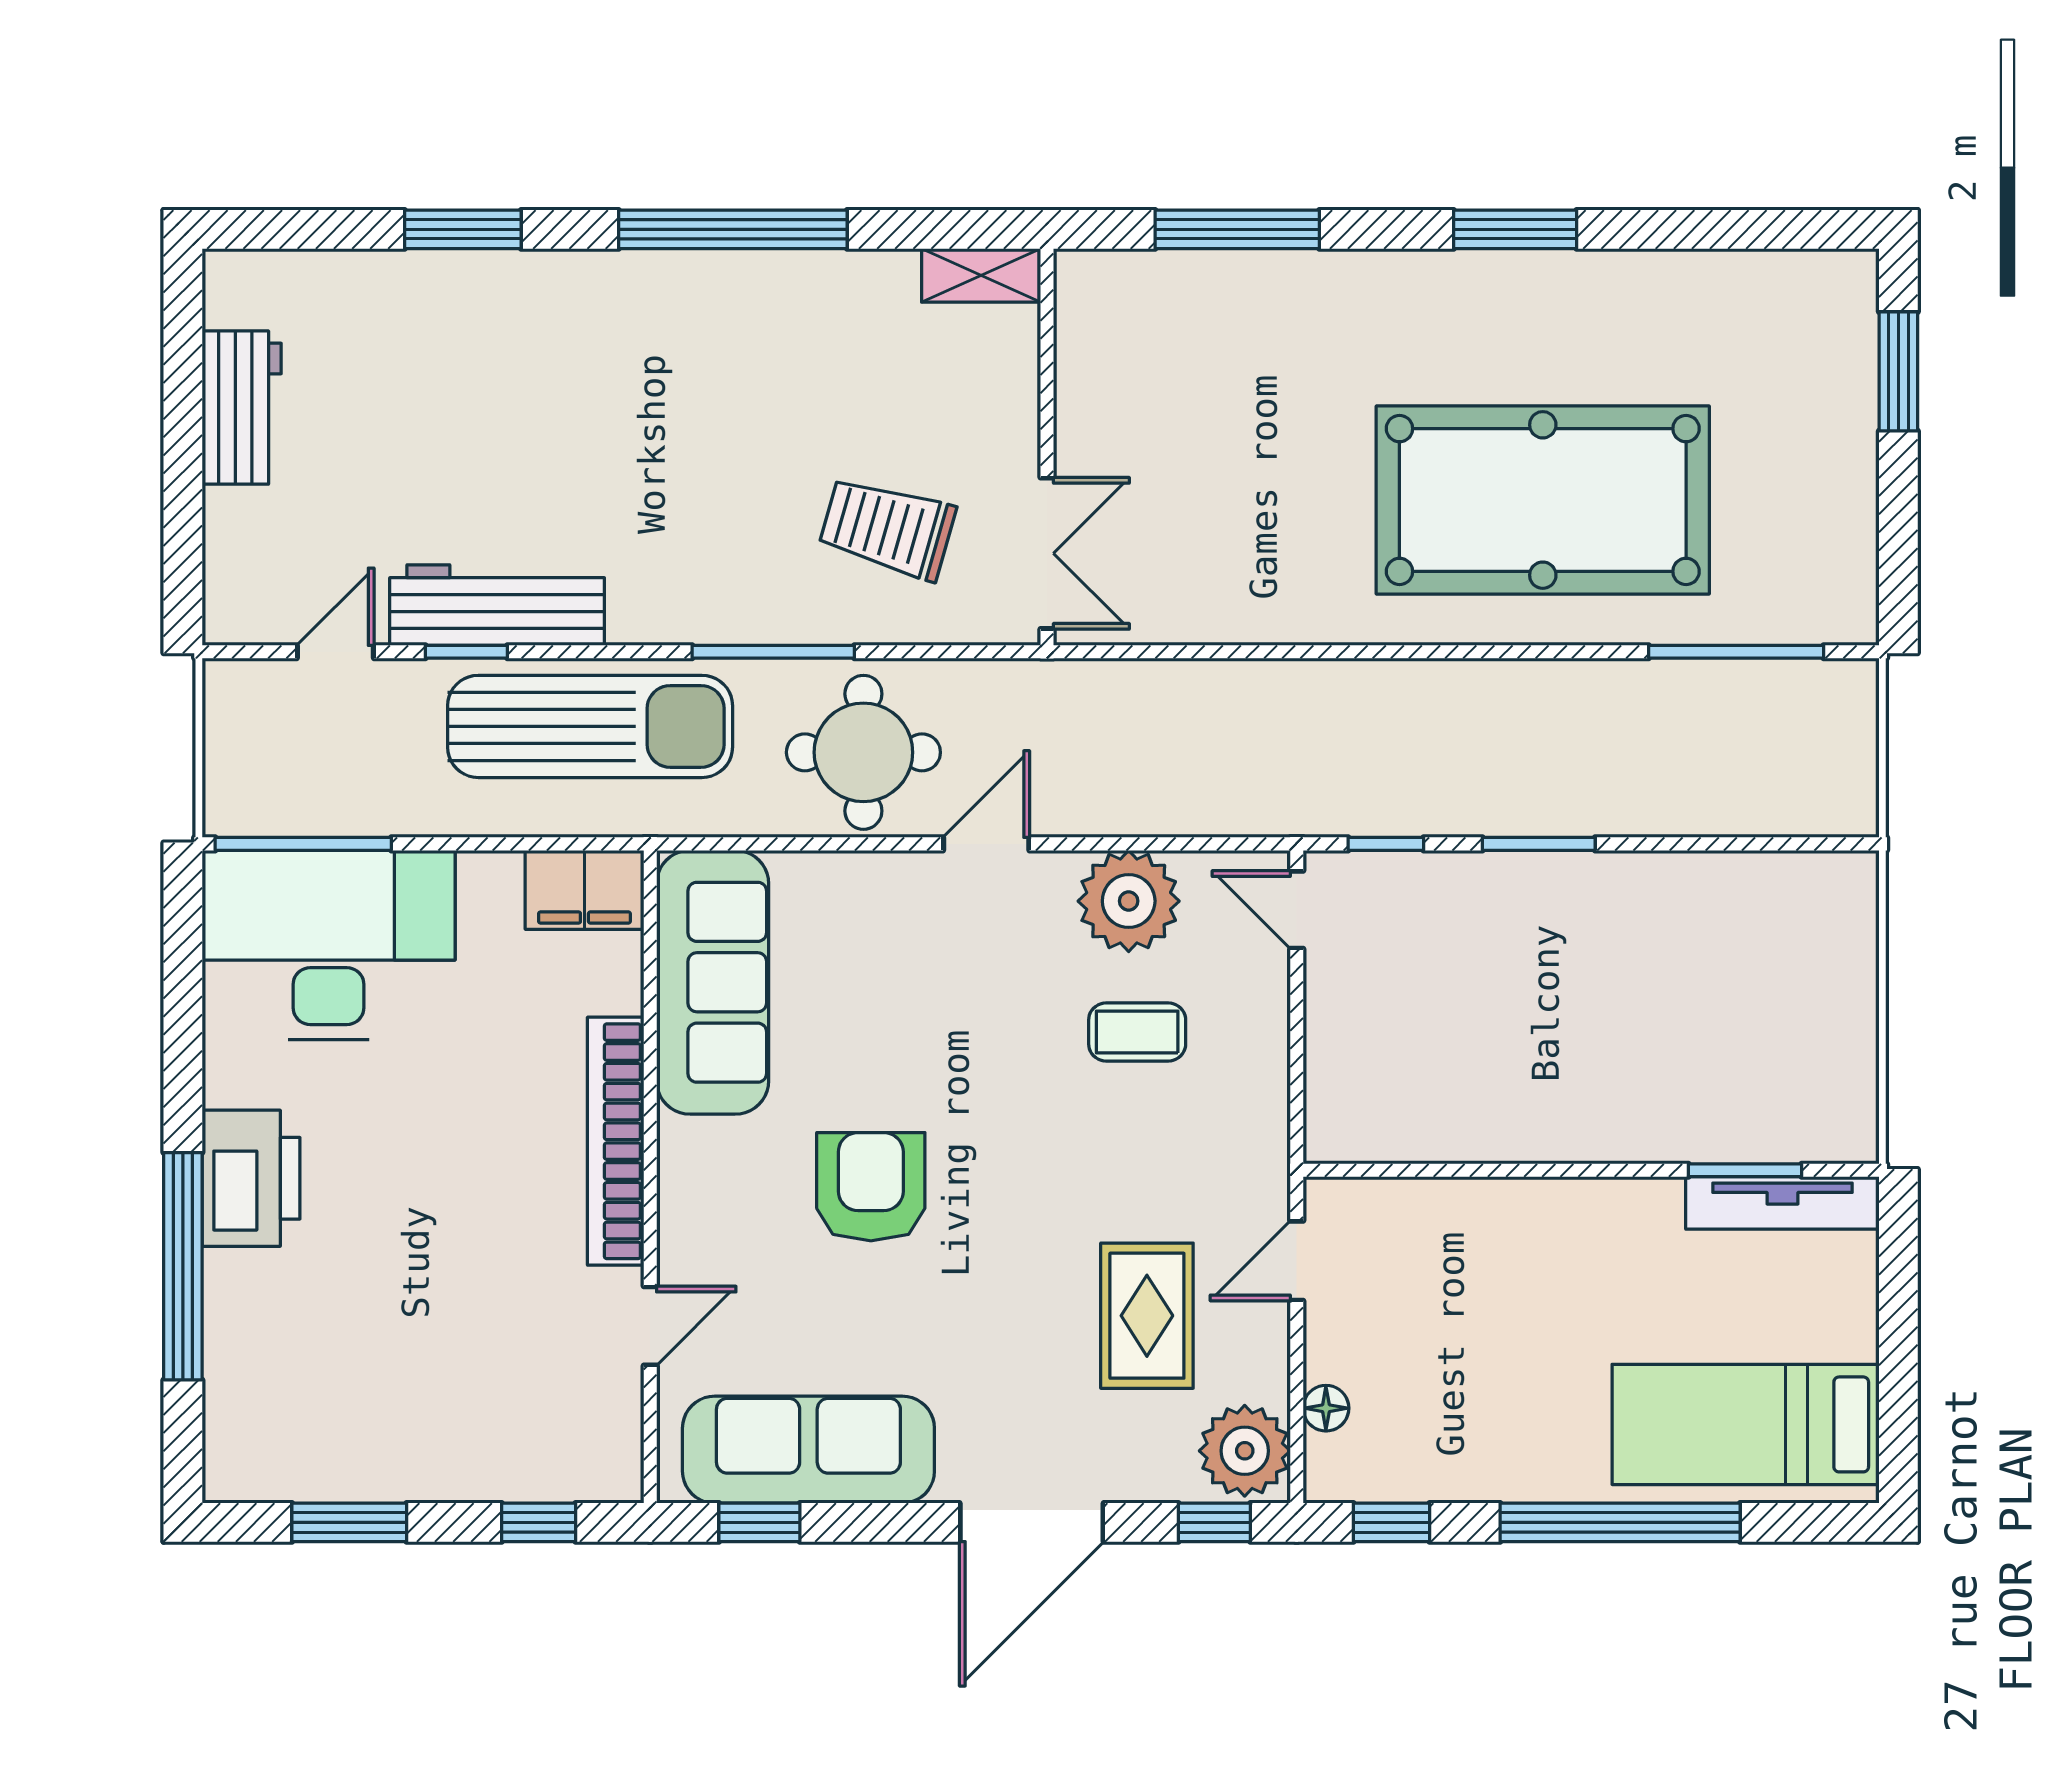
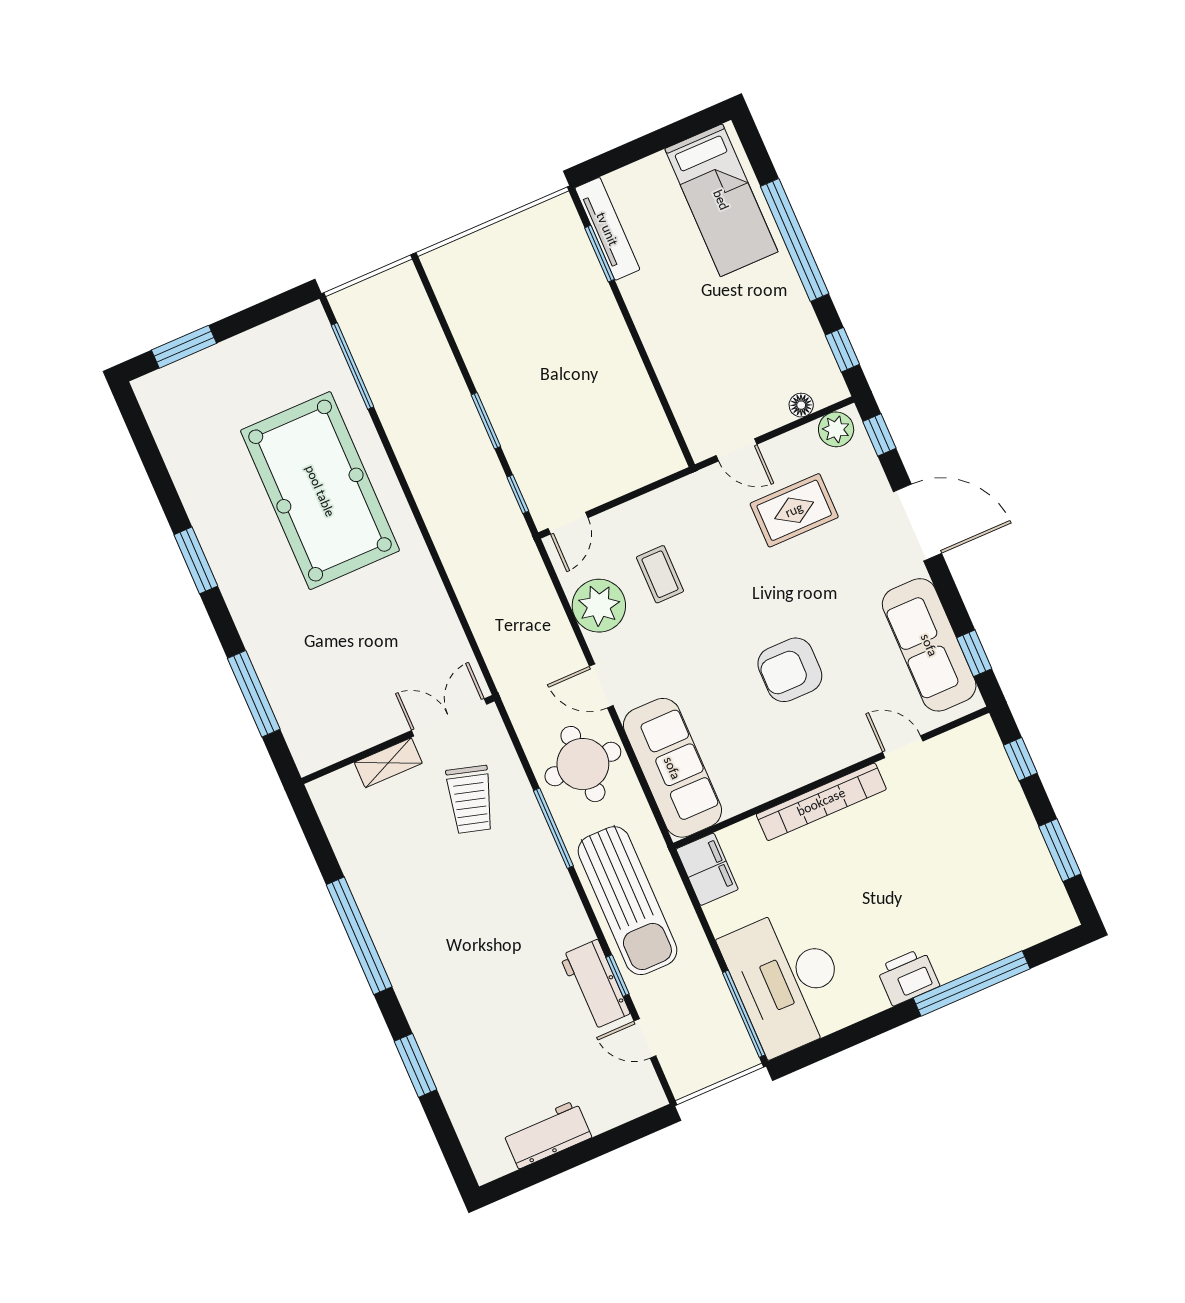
shelving: (981, 275) -> (388, 763), moved, turned 90
workbench: (497, 605) -> (595, 985), width x0.73
sun lounger: (590, 726) -> (628, 901), turned 180
sofa: (713, 982) -> (672, 768), moved, turned 90
printer: (251, 1178) -> (908, 977), width x0.73, depth x0.84
plant: (1245, 1451) -> (836, 429), width x0.73, depth x0.73

